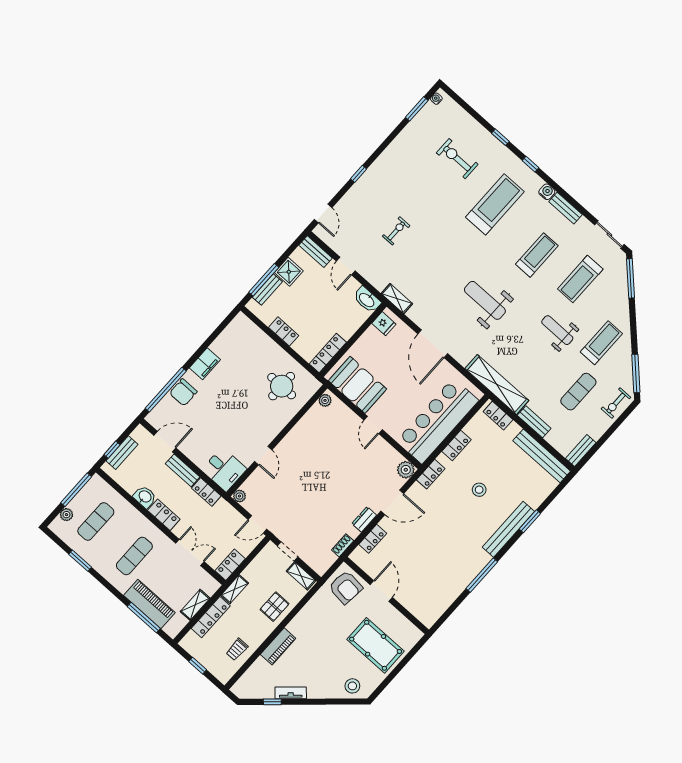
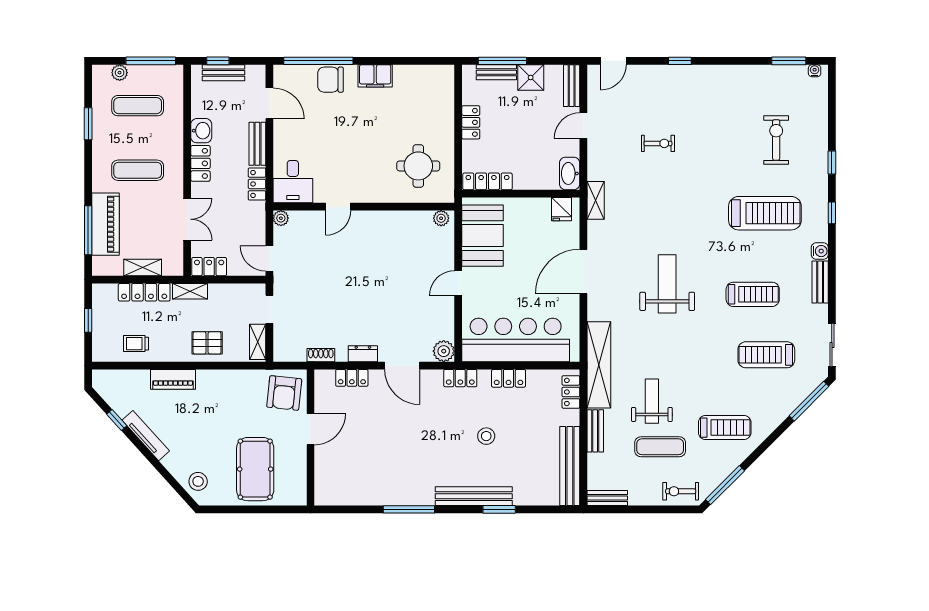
weight bench: (557, 330) -> (652, 401), moved
tv unit: (291, 693) -> (146, 436), width x1.41

